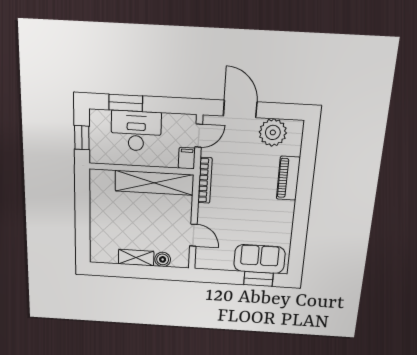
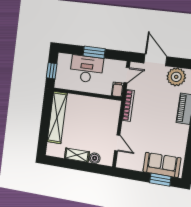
window: (126, 103) -> (94, 52), moved
shelving: (154, 183) -> (57, 118), moved, turned 90

